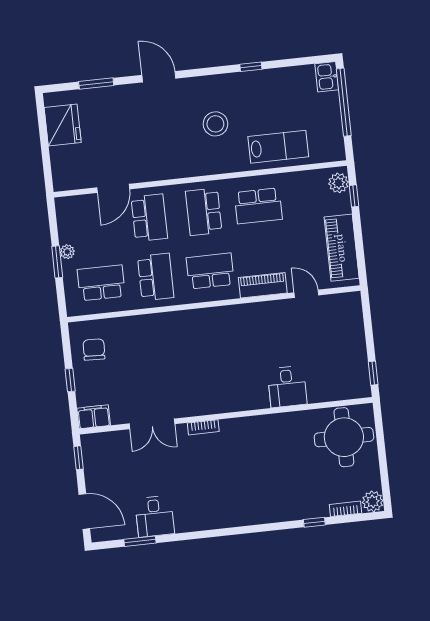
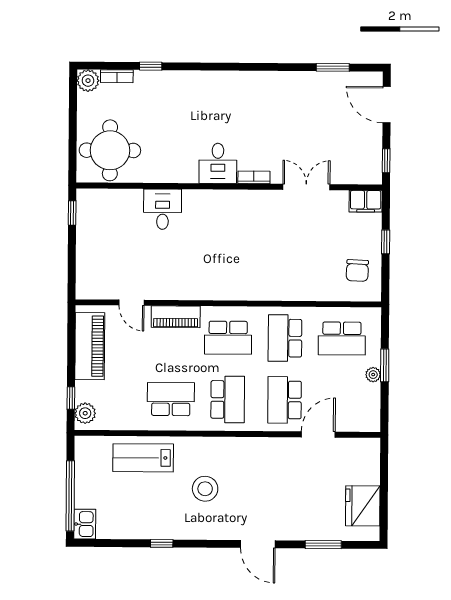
desk: (155, 516) -> (218, 163), moved, turned 180

